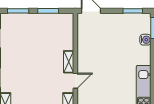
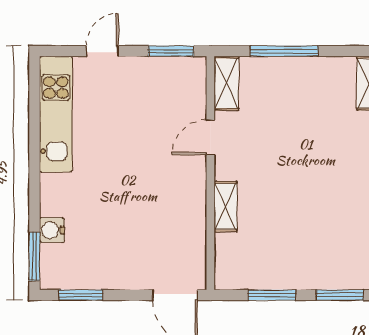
shelving: (69, 62) -> (226, 207), moved

